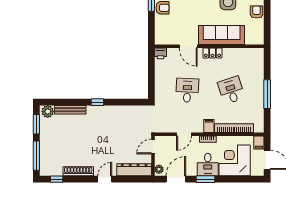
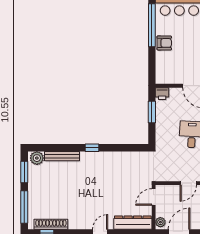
window: (151, 70) -> (152, 112), added
shoe rack: (78, 171) -> (51, 224), moved

